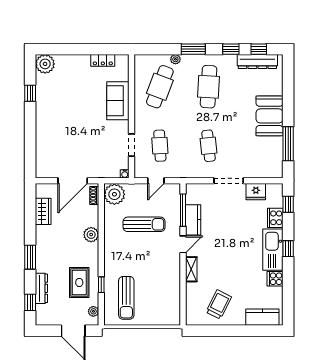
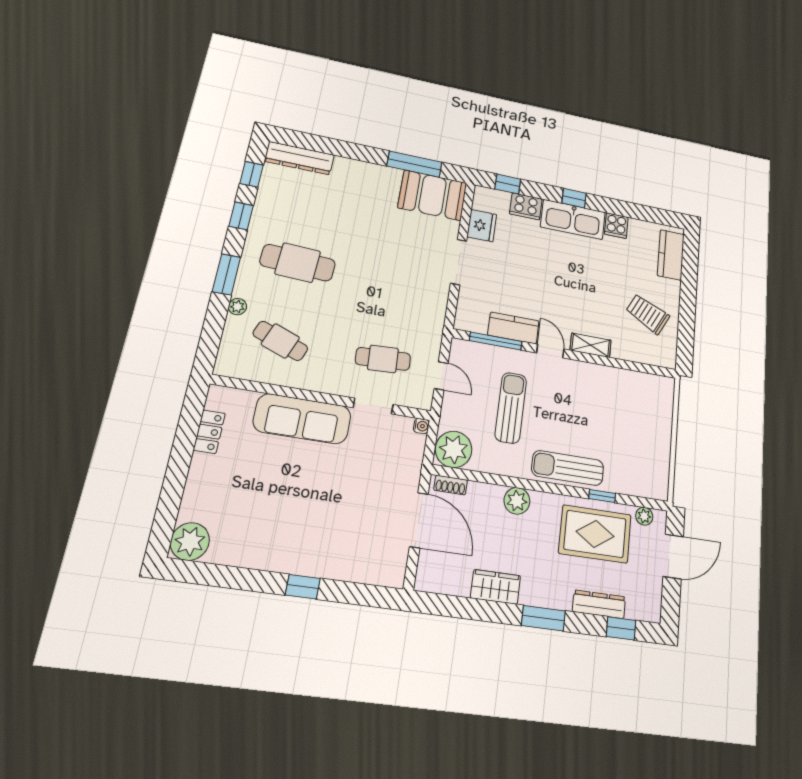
dresser: (257, 61) -> (299, 158), moved, turned 90
cafe table: (160, 87) -> (280, 341), width x0.73, depth x0.74
window: (30, 93) -> (303, 587), moved
sofa: (118, 101) -> (302, 419), width x1.36
booth: (270, 116) -> (433, 195), moved
cafe table: (209, 146) -> (397, 282), removed
wardrobe: (43, 211) -> (496, 587), moved
rug: (79, 282) -> (595, 534), width x1.36, depth x1.43
sun lounger: (126, 298) -> (568, 468), moved, turned 180

